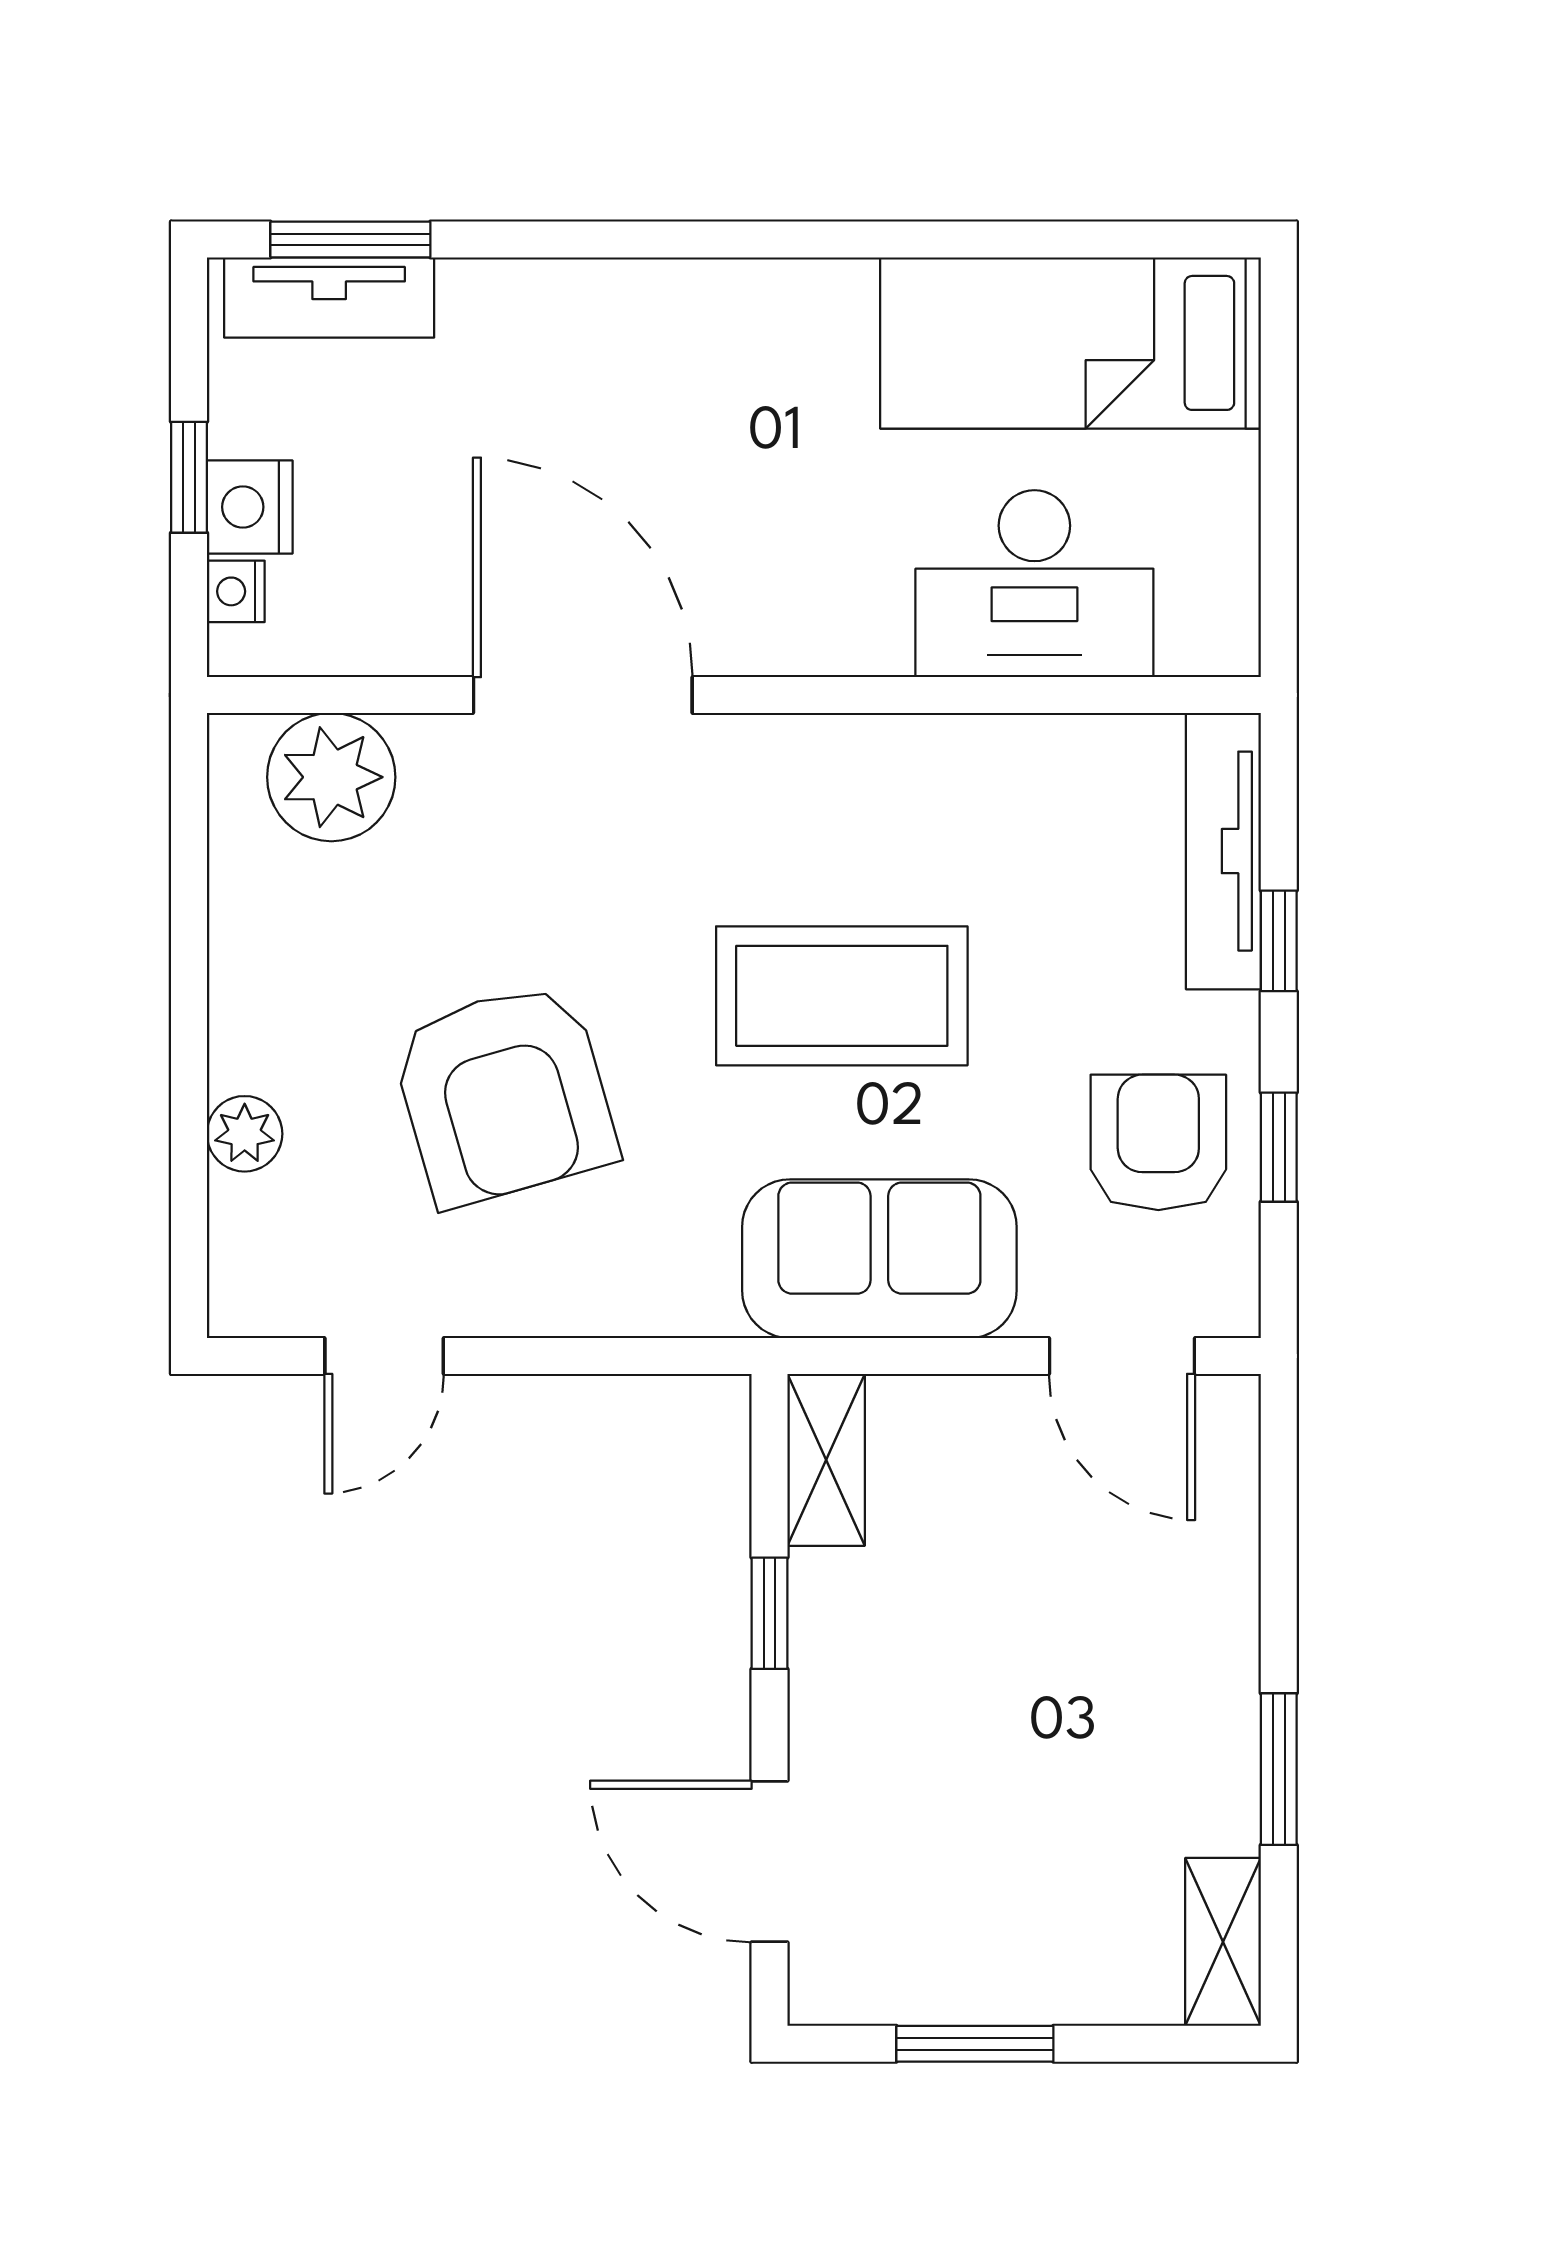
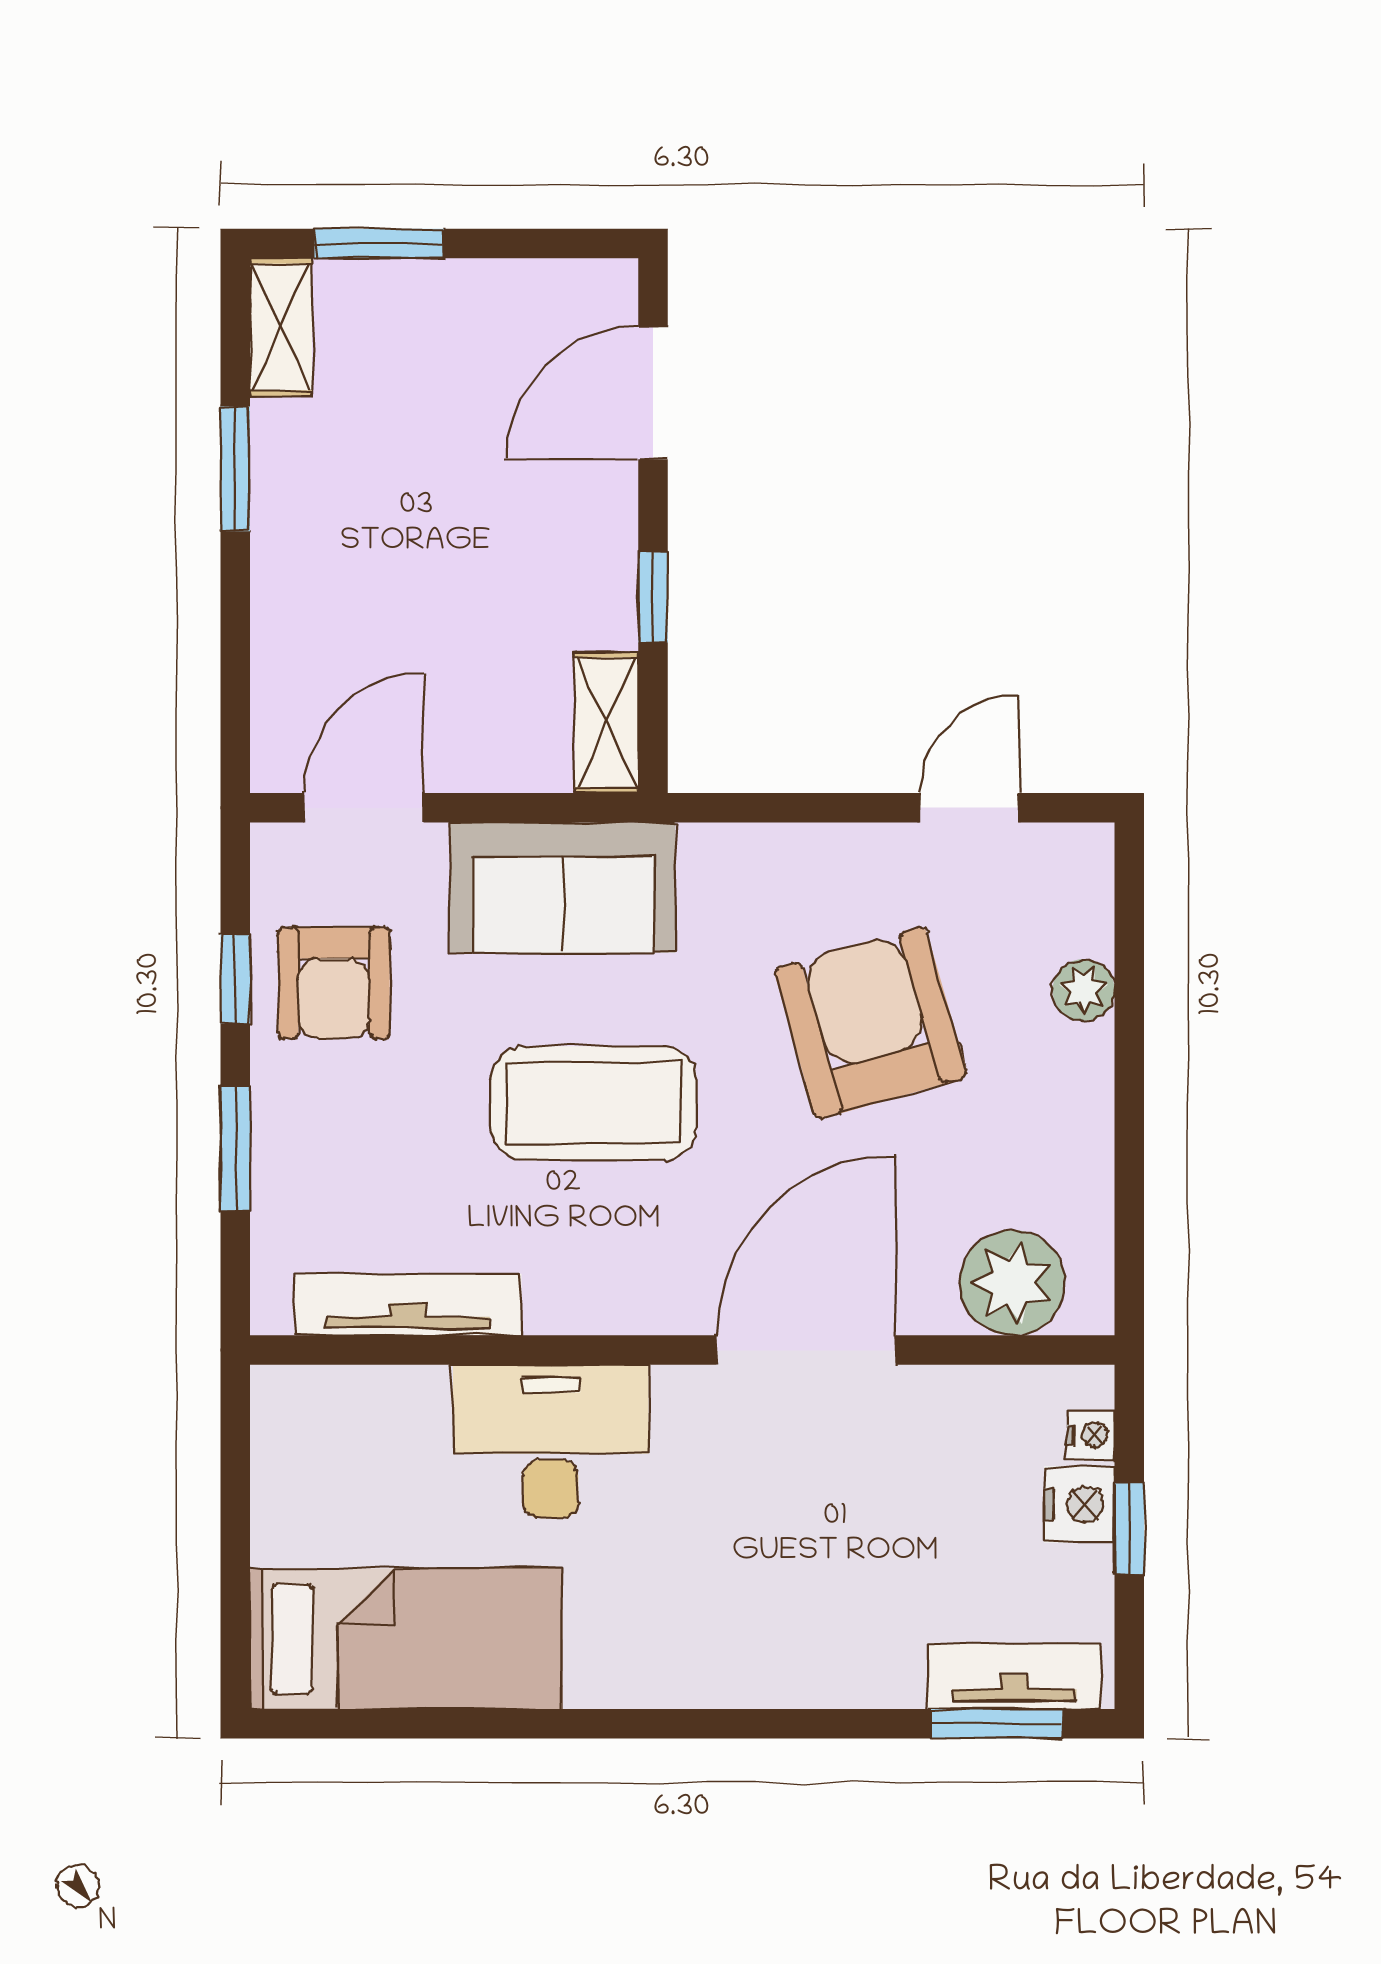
desk: (1034, 584) -> (551, 1441), moved
door: (583, 695) -> (806, 1350), swing flipped
tv unit: (1223, 851) -> (408, 1305), moved, turned -90
window: (1279, 941) -> (235, 1148), width x1.50
door: (1122, 1356) -> (364, 808), hinge flipped
door: (770, 1862) -> (653, 393), swing flipped
window: (975, 2044) -> (379, 243), moved

